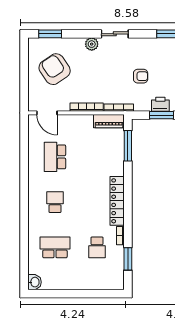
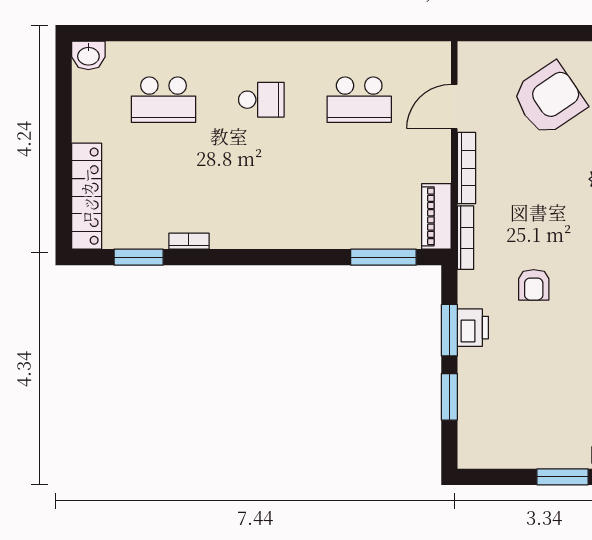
door: (47, 113) -> (454, 107), moved
school desk: (55, 157) -> (359, 100), turned 180
locker: (117, 201) -> (87, 196), moved, turned 90
school desk: (55, 247) -> (163, 100), turned 90
school desk: (97, 247) -> (163, 191), removed

